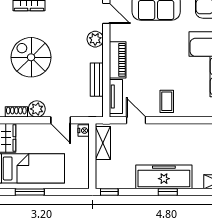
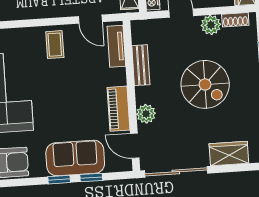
spiral stairs: (31, 57) -> (205, 84), moved
piano: (118, 60) -> (119, 109), moved

